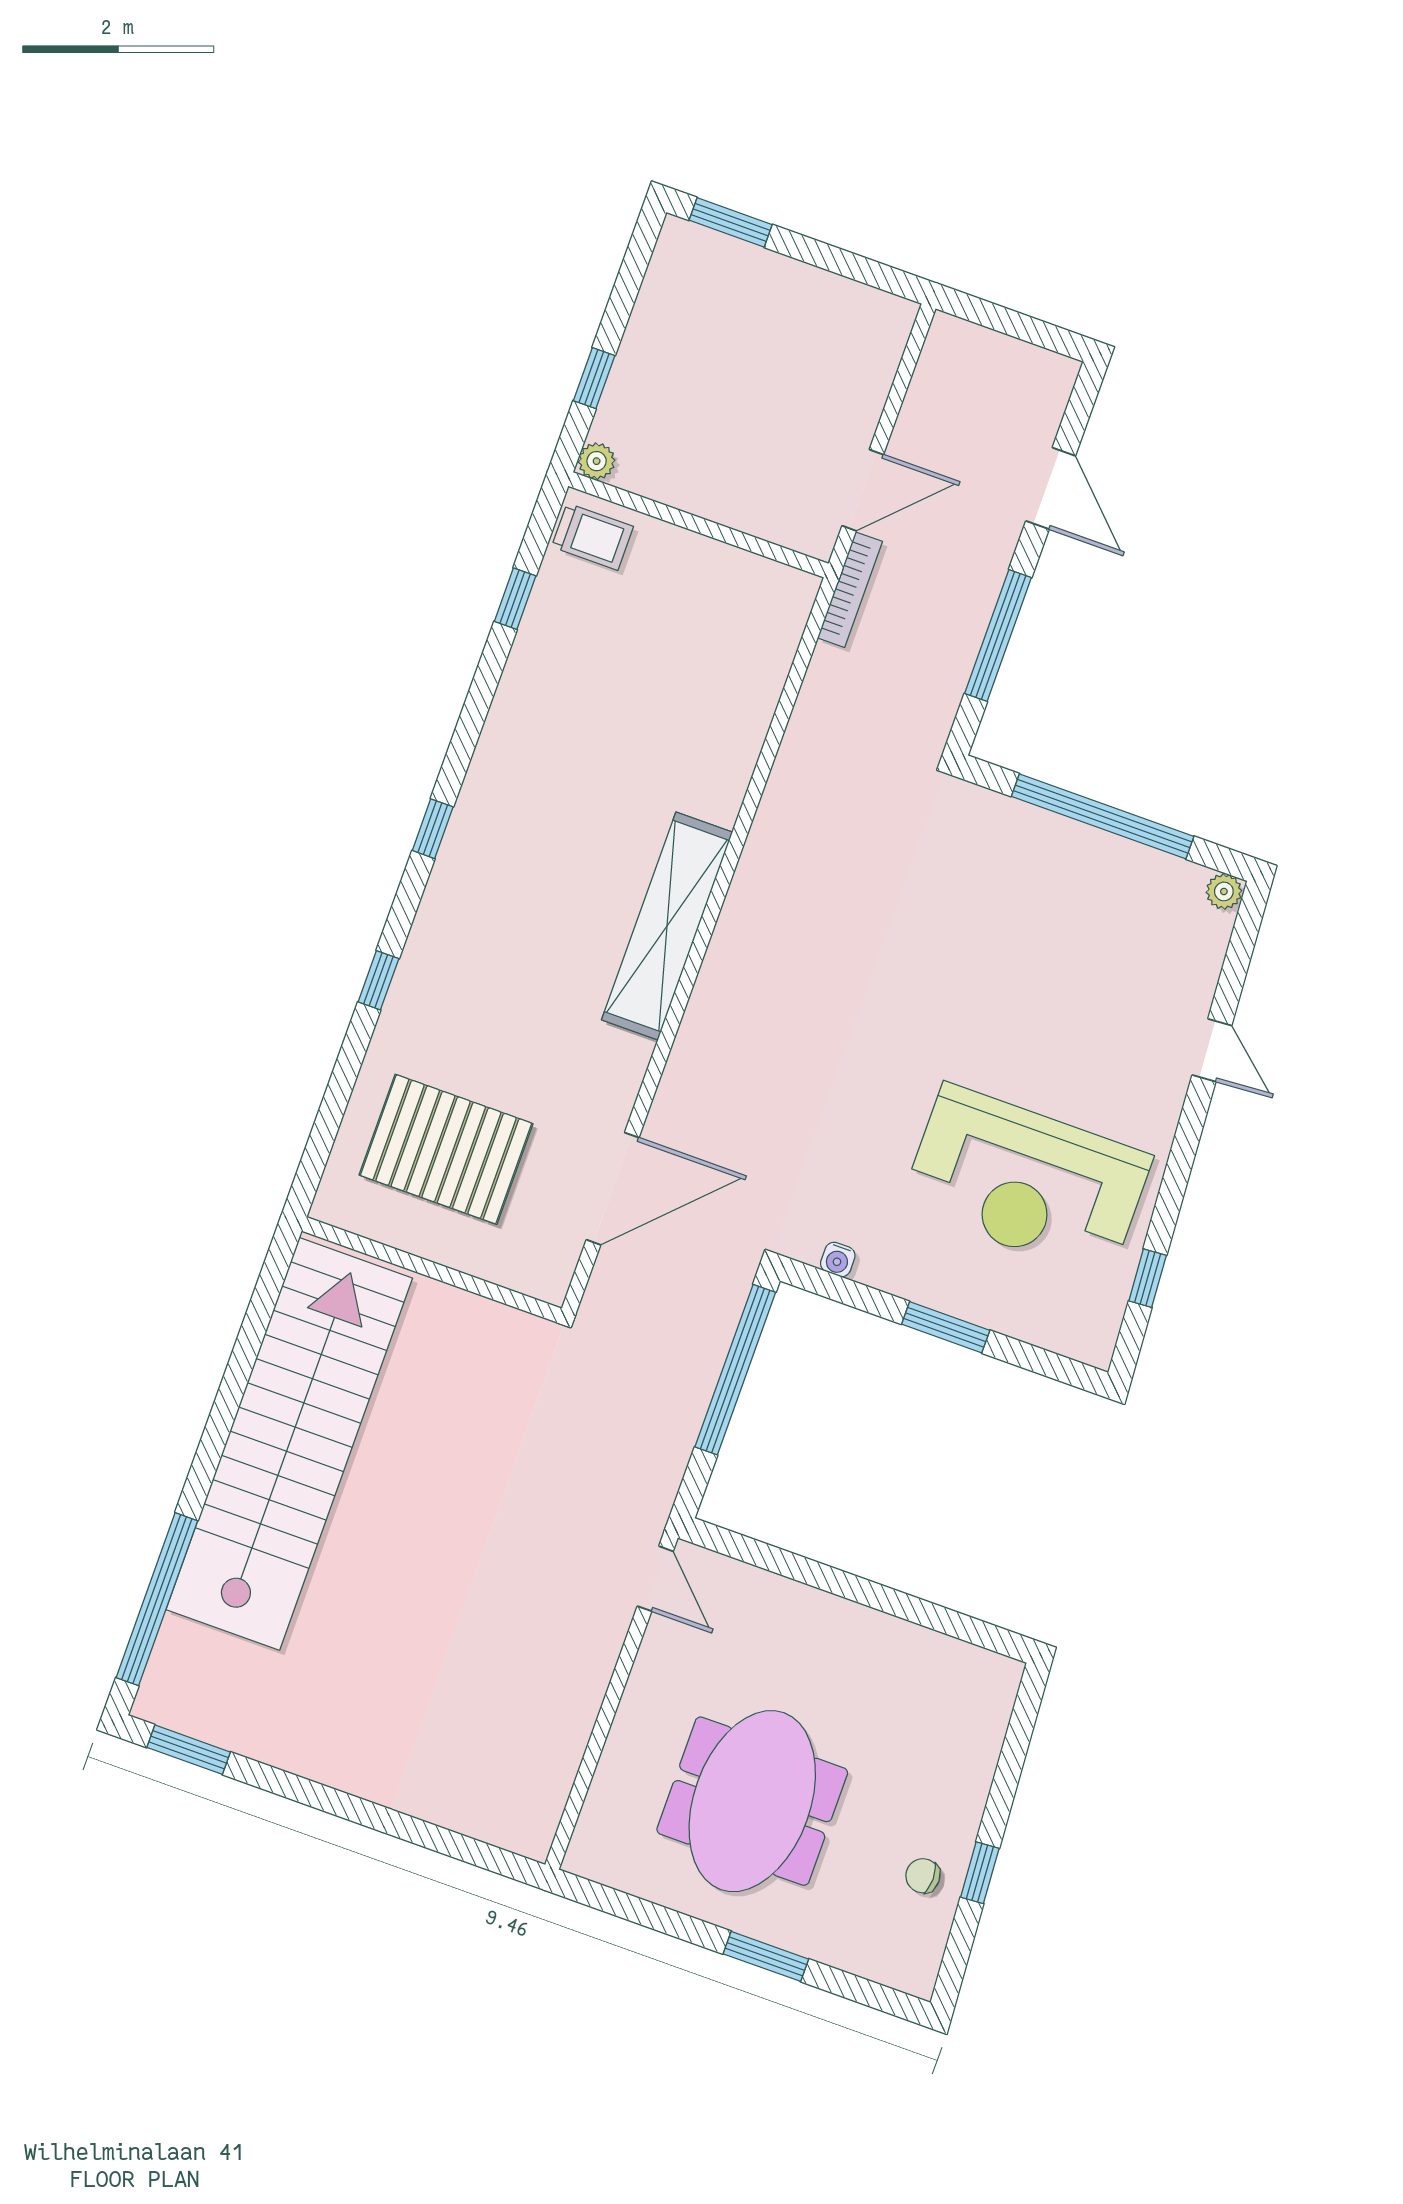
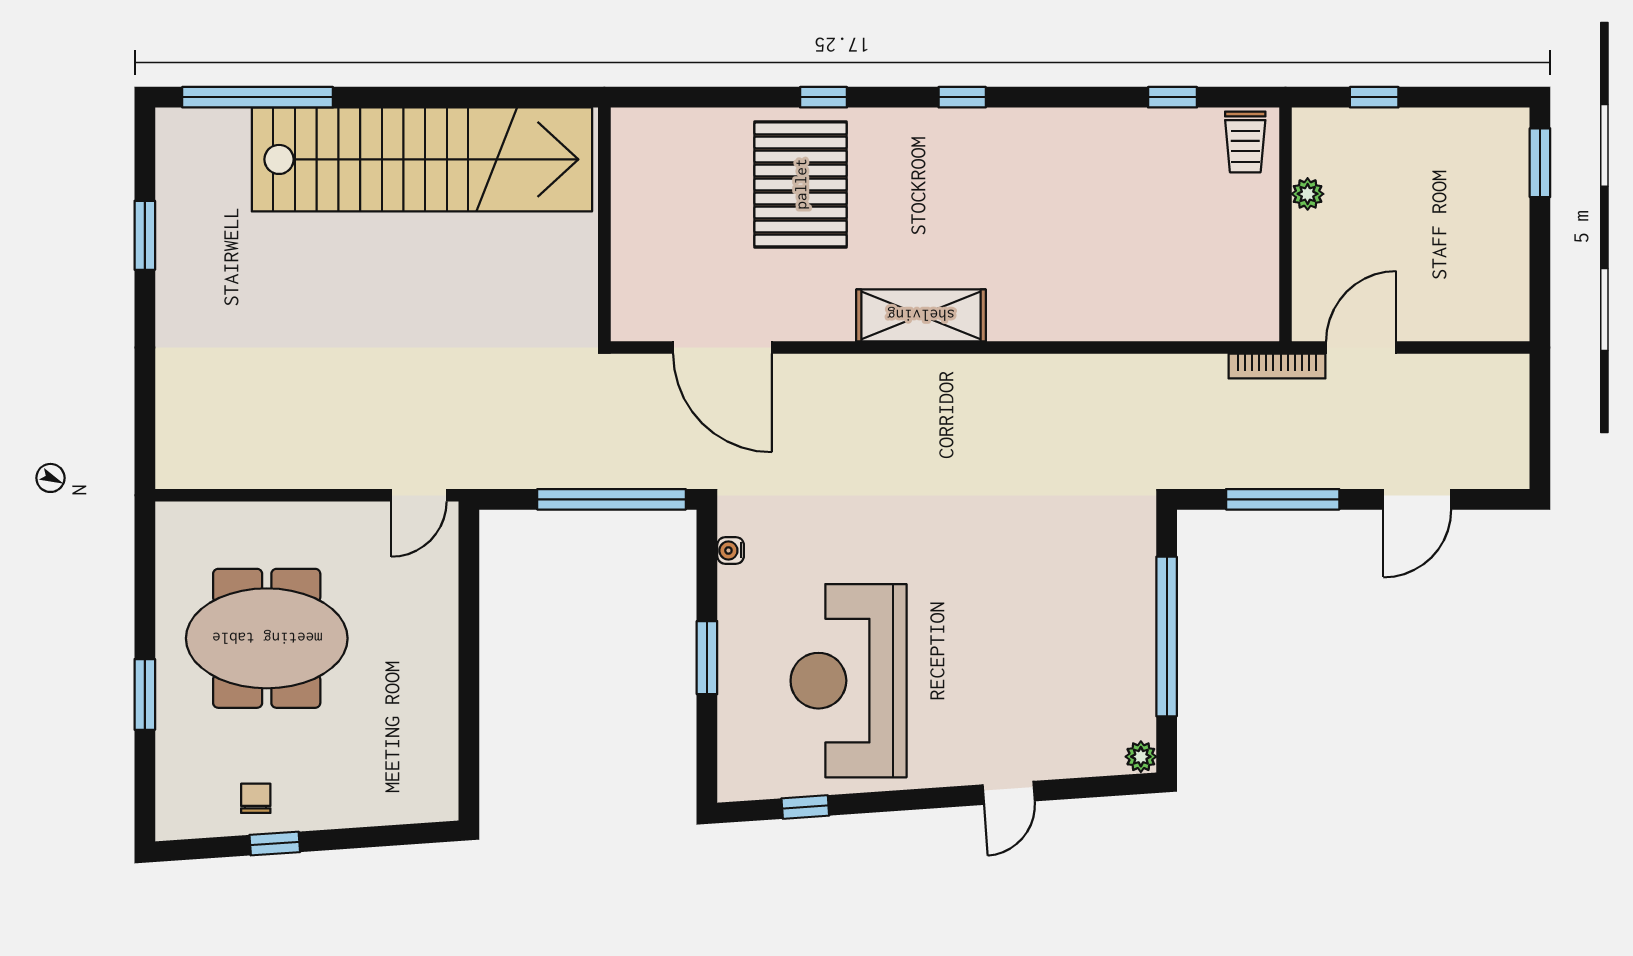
plant: (597, 461) -> (1308, 194), moved
door: (863, 490) -> (1361, 347), swing flipped
shelving: (667, 926) -> (921, 315), width x0.68
pallet: (446, 1149) -> (801, 184), moved
window: (189, 1750) -> (145, 235), moved

